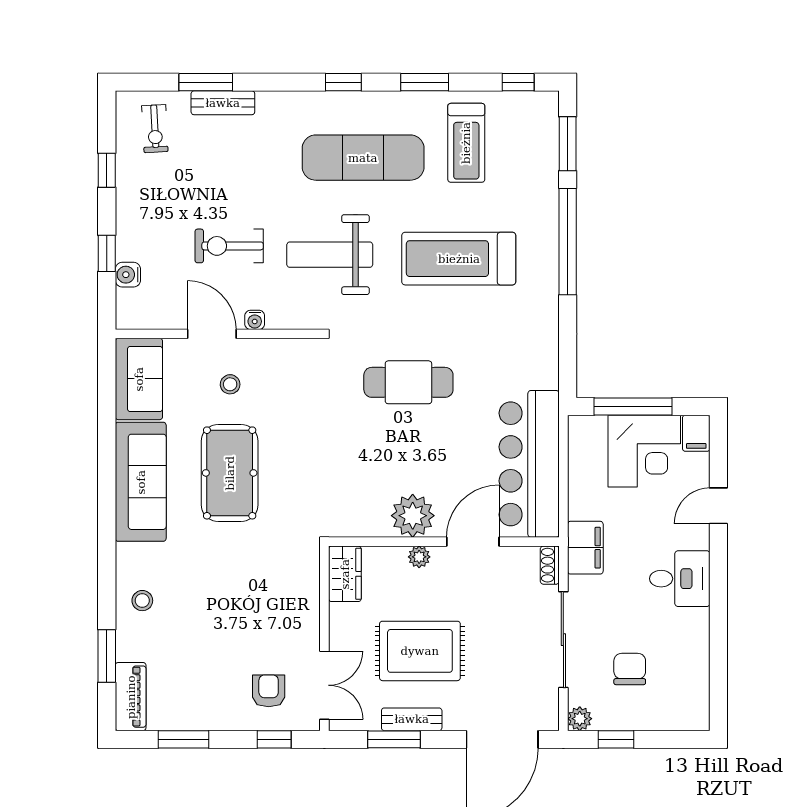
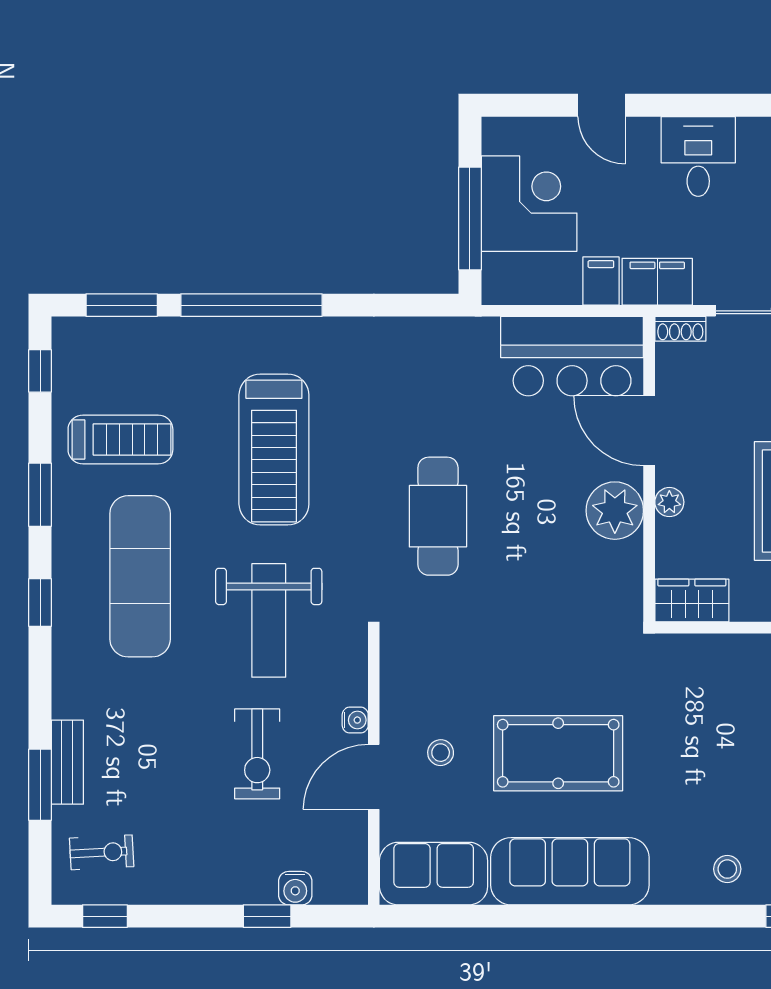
window: (107, 170) -> (105, 916), moved
filing cabinet: (696, 433) -> (601, 281), moved, turned -90
bar counter: (529, 464) -> (572, 356), width x0.73

